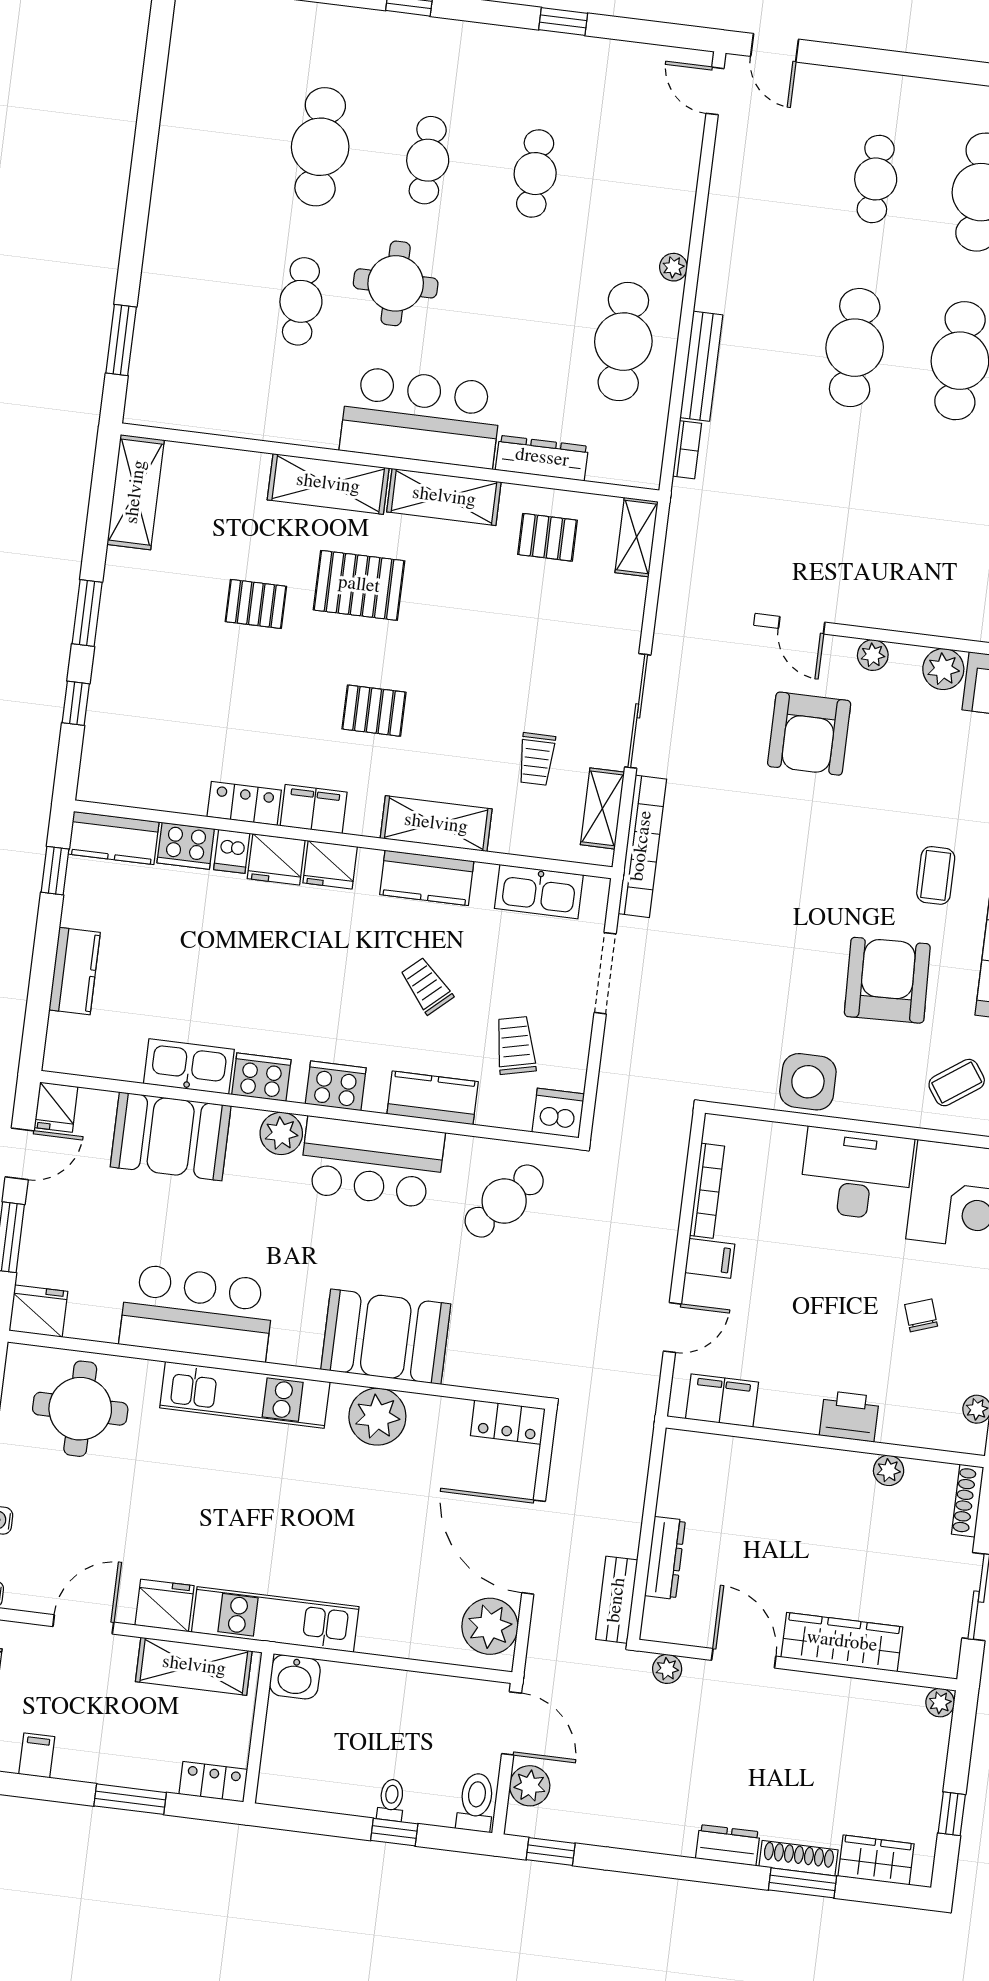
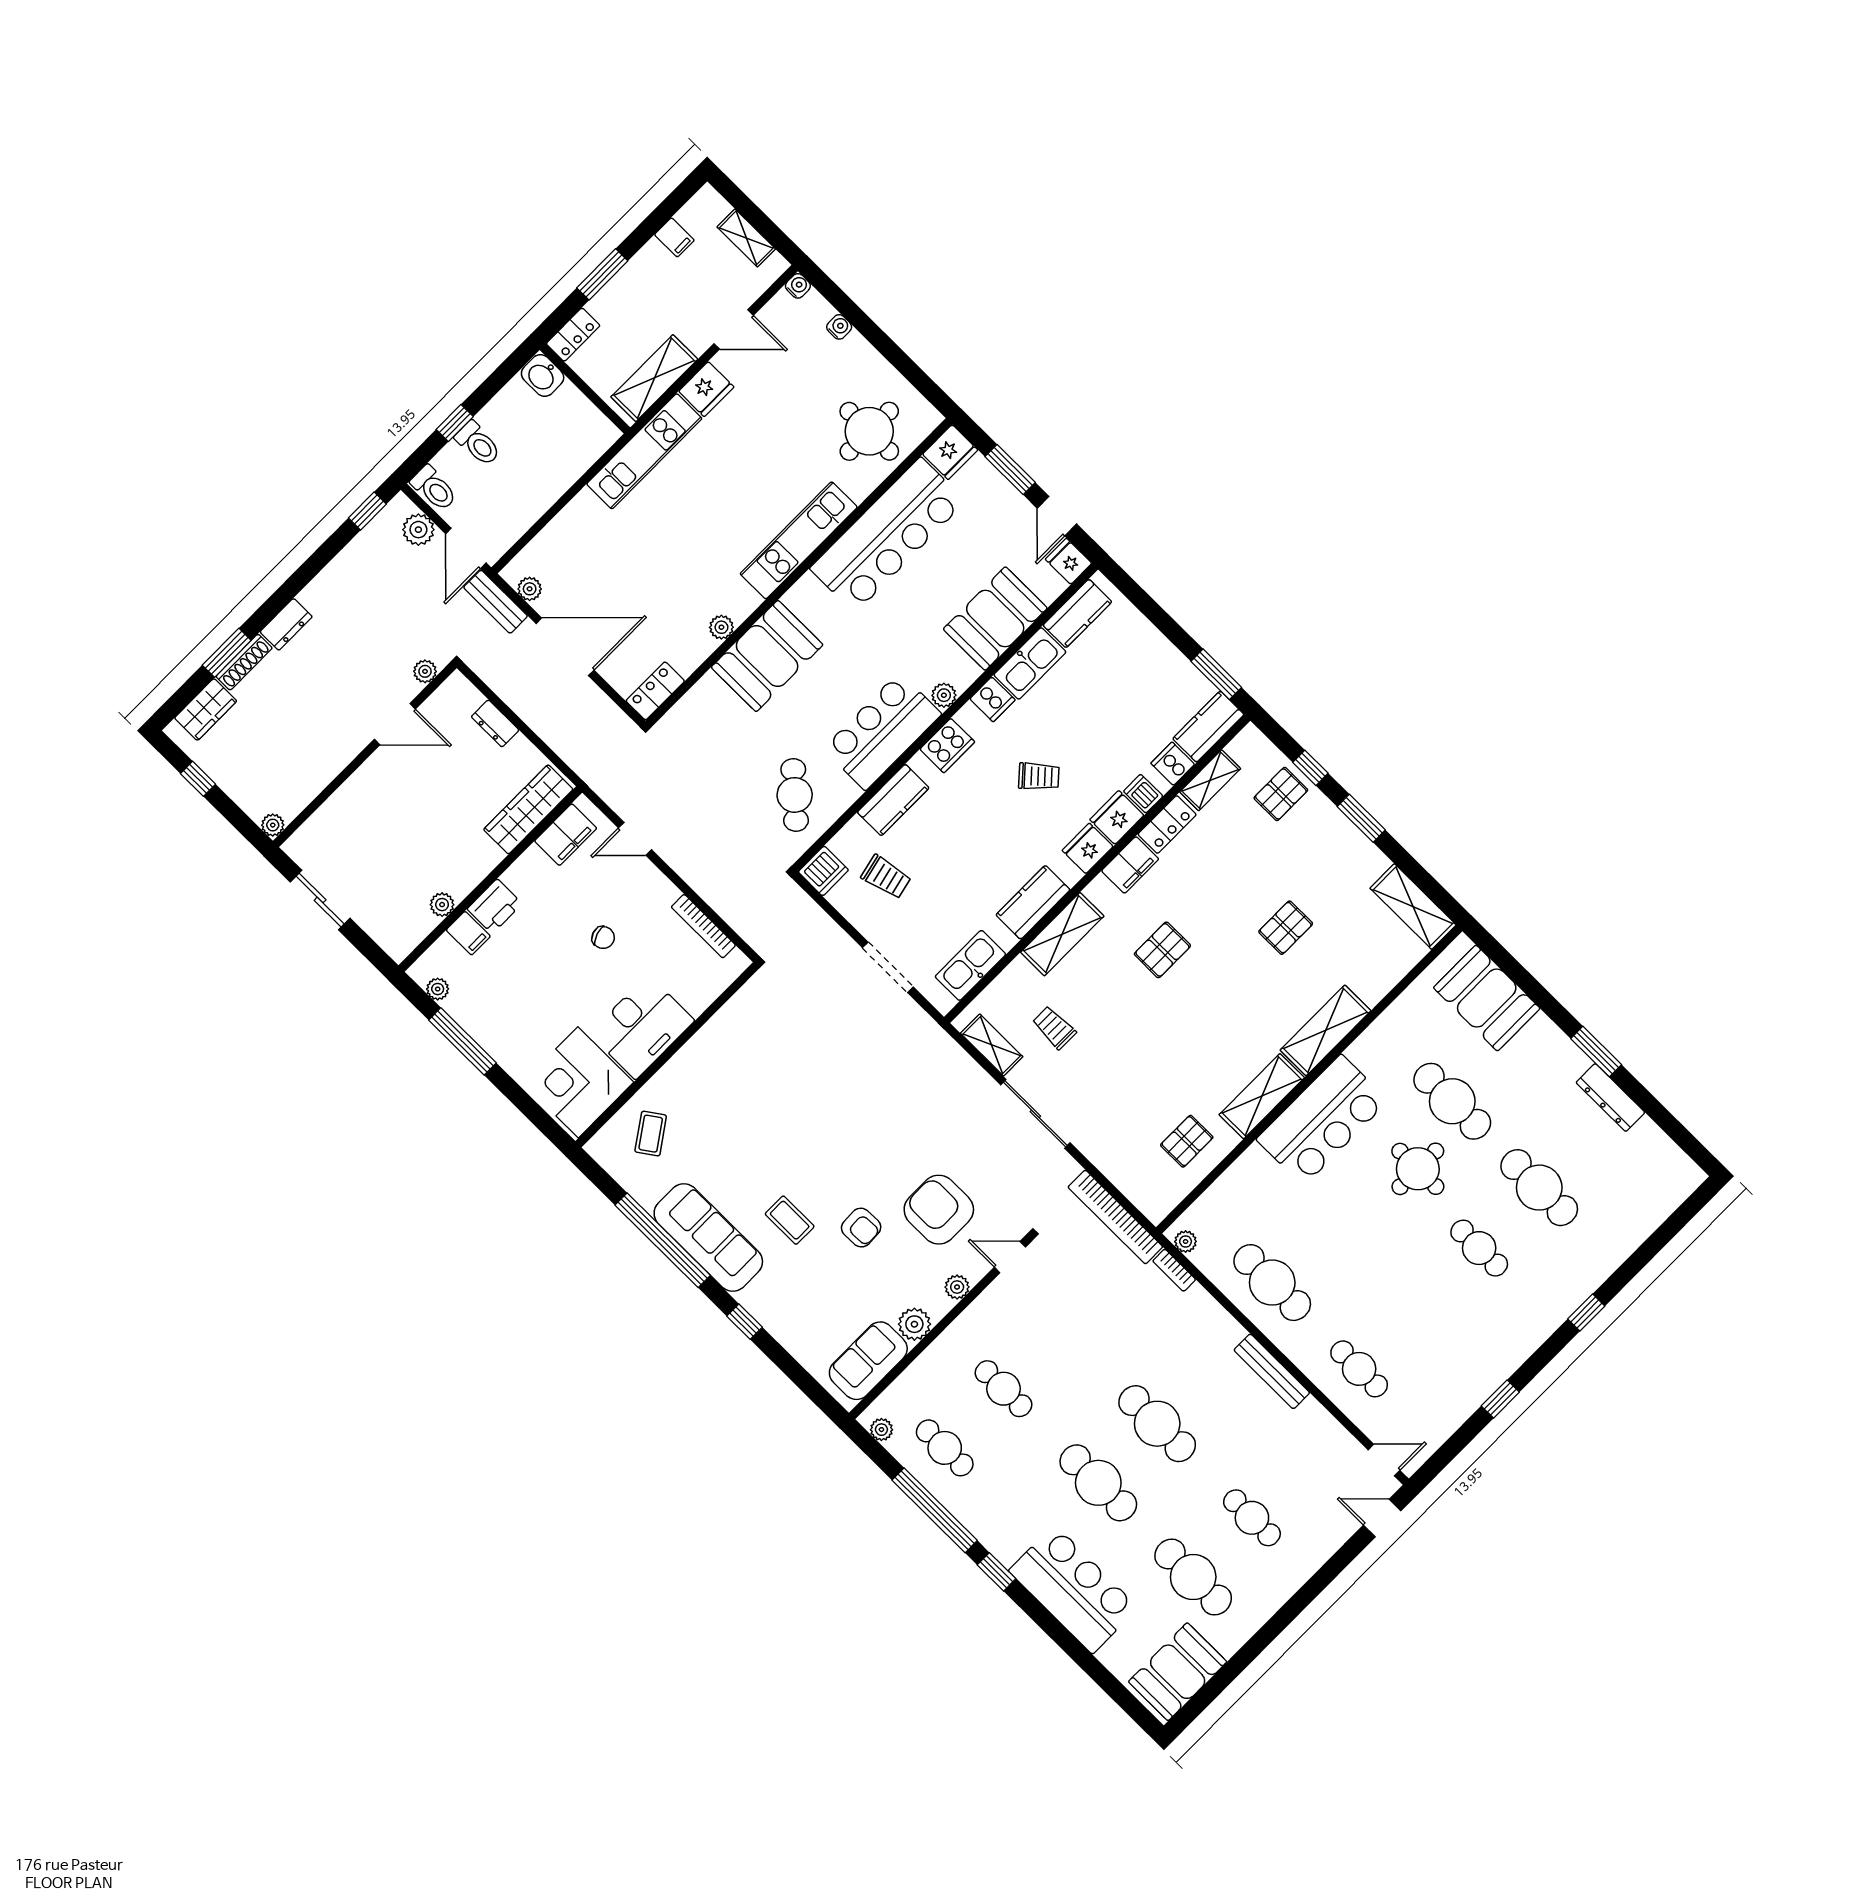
cafe table: (535, 174) -> (1359, 1369), moved
plant: (673, 267) -> (1186, 1242), moved
cafe table: (301, 301) -> (1452, 1101), width x1.37, depth x1.35
window: (121, 340) -> (1596, 1052), moved
booth: (170, 347) -> (1487, 998), added
bench: (701, 366) -> (1272, 1371), moved
dresser: (542, 458) -> (1610, 1097), moved, turned 90
cafe table: (939, 529) -> (1004, 1389), added
shelving: (637, 537) -> (1210, 780), moved, turned 90
pallet: (359, 585) -> (1281, 794), moved, width x0.67, depth x0.71
cooker: (186, 846) -> (1173, 764), width x0.73
bookcase: (642, 846) -> (1115, 1217), moved
window: (55, 871) -> (1216, 674), width x1.50
kitchen counter: (75, 971) -> (1077, 614), moved, turned -90
armchair: (887, 980) -> (861, 1228), moved, width x0.53, depth x0.53
trolley: (427, 986) -> (1039, 776), moved
cooker: (261, 1077) -> (992, 699), width x0.73
side table: (808, 1082) -> (723, 1041), removed
plant: (281, 1133) -> (944, 695), width x0.73, depth x0.73
filing cabinet: (710, 1258) -> (468, 933), moved, turned -90
bar counter: (197, 1313) -> (888, 535), width x1.36
chair: (921, 1315) -> (603, 938), moved
door: (672, 1328) -> (635, 839), hinge flipped
plant: (377, 1417) -> (721, 627), width x0.53, depth x0.53
shoe rack: (968, 1501) -> (385, 939), removed
dresser: (665, 1558) -> (495, 723), width x0.70
bench: (617, 1600) -> (496, 602), moved
door: (83, 1624) -> (734, 329), hinge flipped
plant: (490, 1626) -> (530, 589), width x0.53, depth x0.53
wardrobe: (842, 1642) -> (528, 809), moved, turned 180
washbasin: (295, 1677) -> (543, 376), moved, turned -90
door: (512, 1723) -> (466, 548), hinge flipped
toilet: (391, 1800) -> (478, 444), width x1.37, depth x1.39

